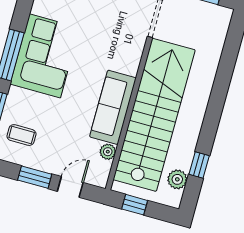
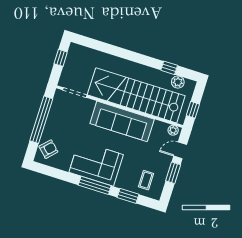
sofa: (113, 107) -> (122, 121), width x1.36, depth x1.27
plant: (108, 152) -> (173, 130), moved
door: (70, 187) -> (180, 150), hinge flipped

